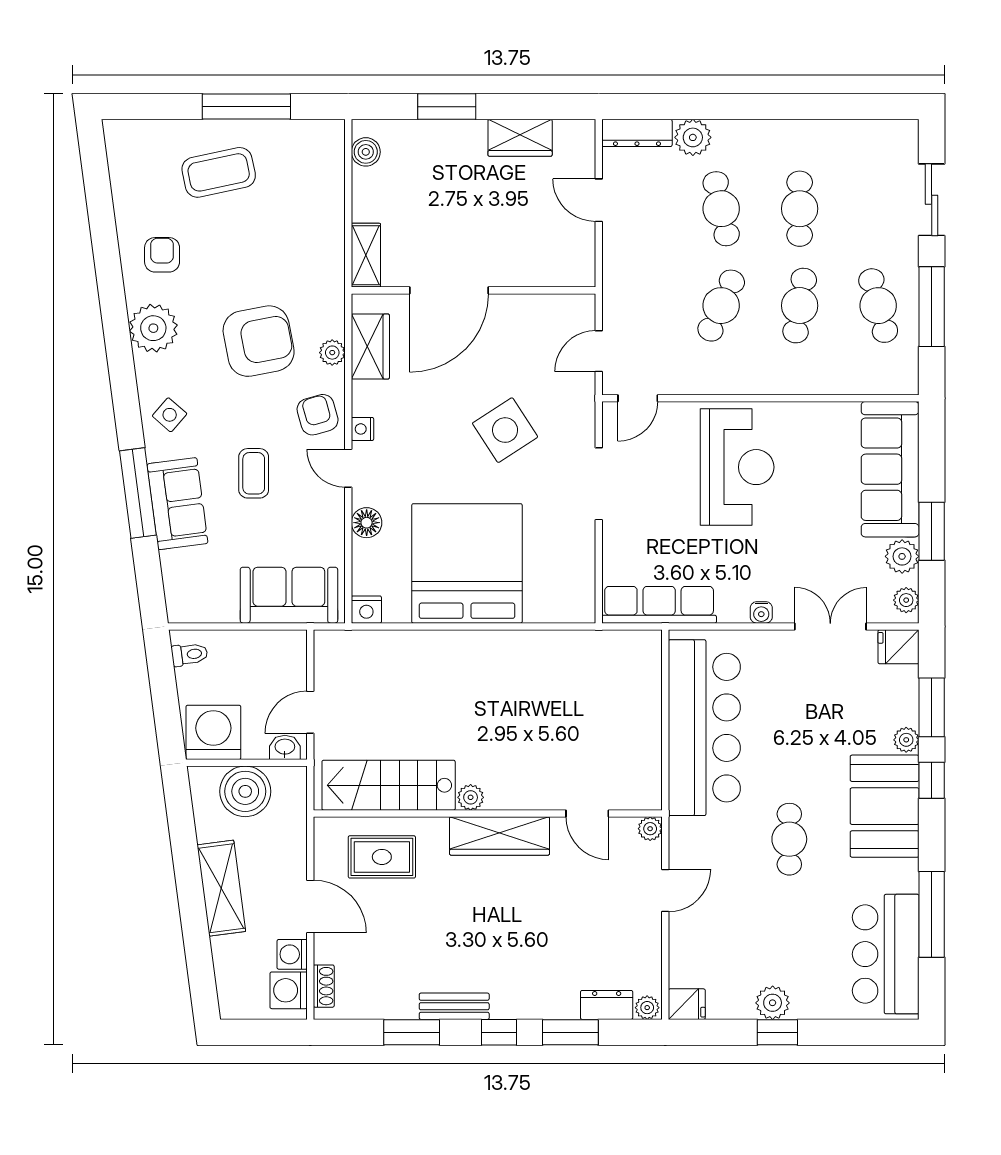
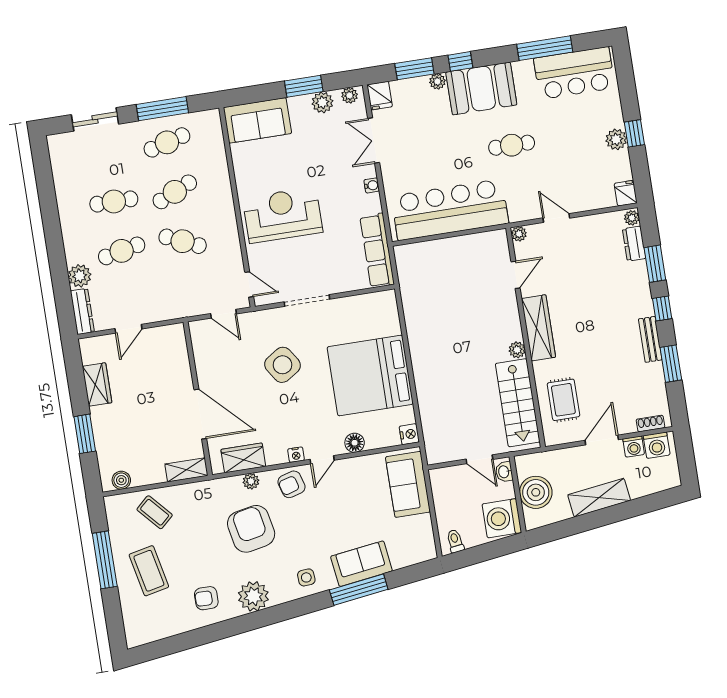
cafe table: (800, 306) -> (175, 192), turned -33
side table: (170, 415) -> (306, 577), turned 45
sofa: (890, 469) -> (257, 120), width x0.73
coffee table: (254, 473) -> (155, 512), moved, turned 48

